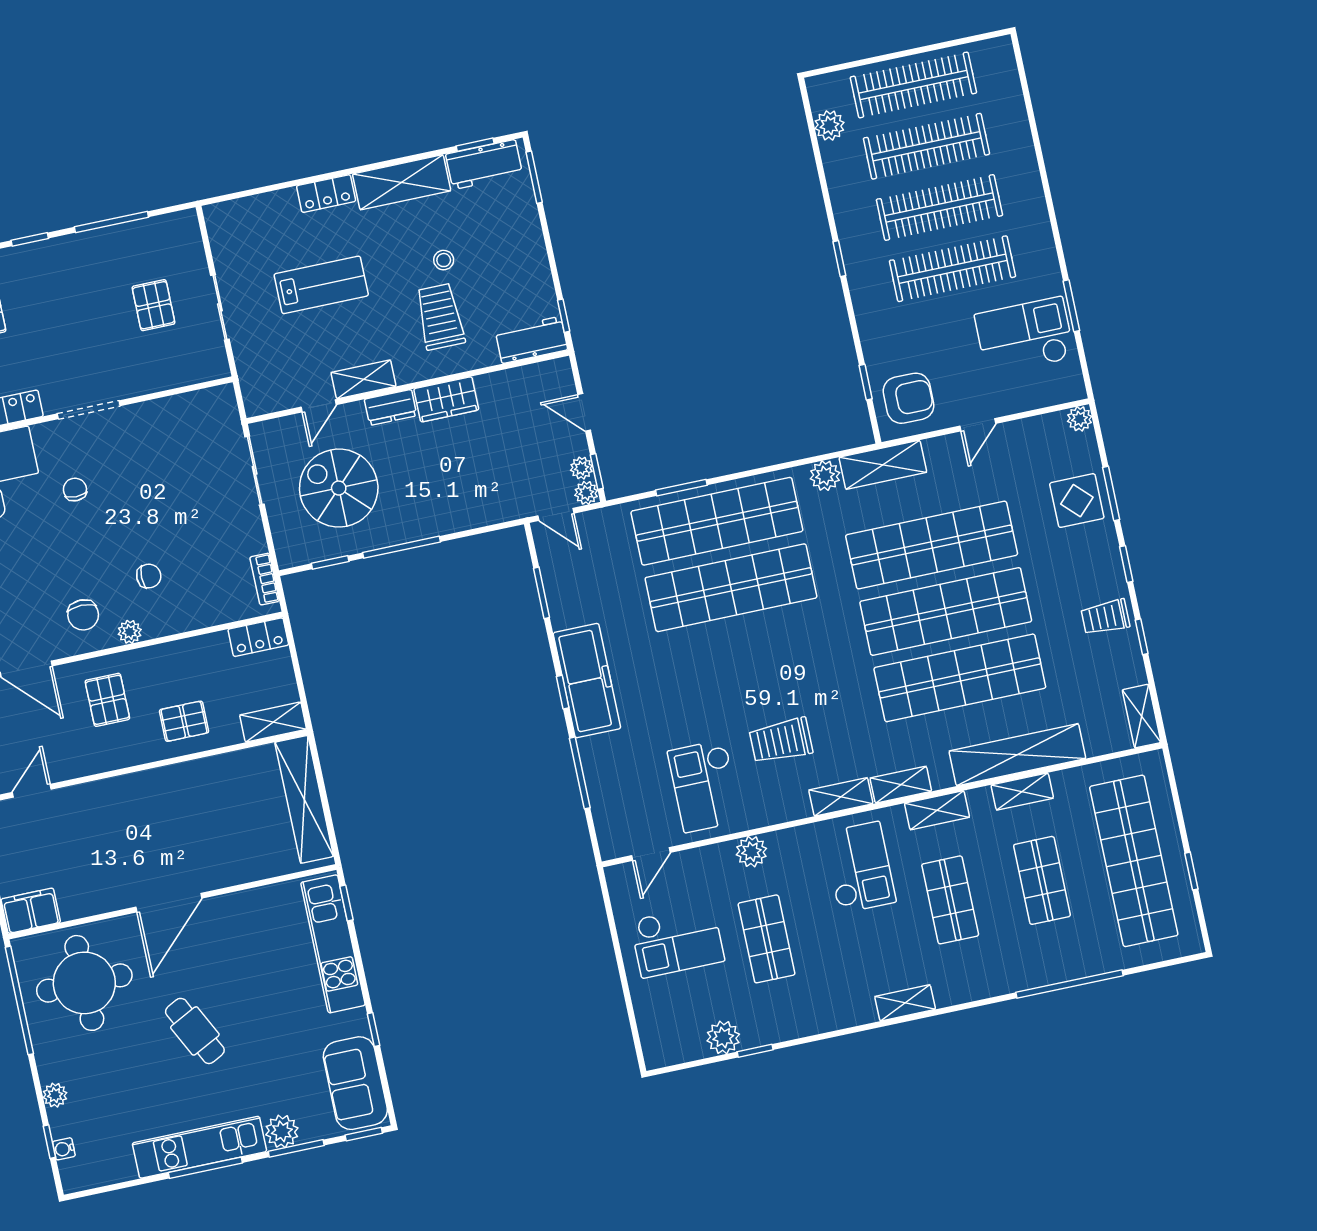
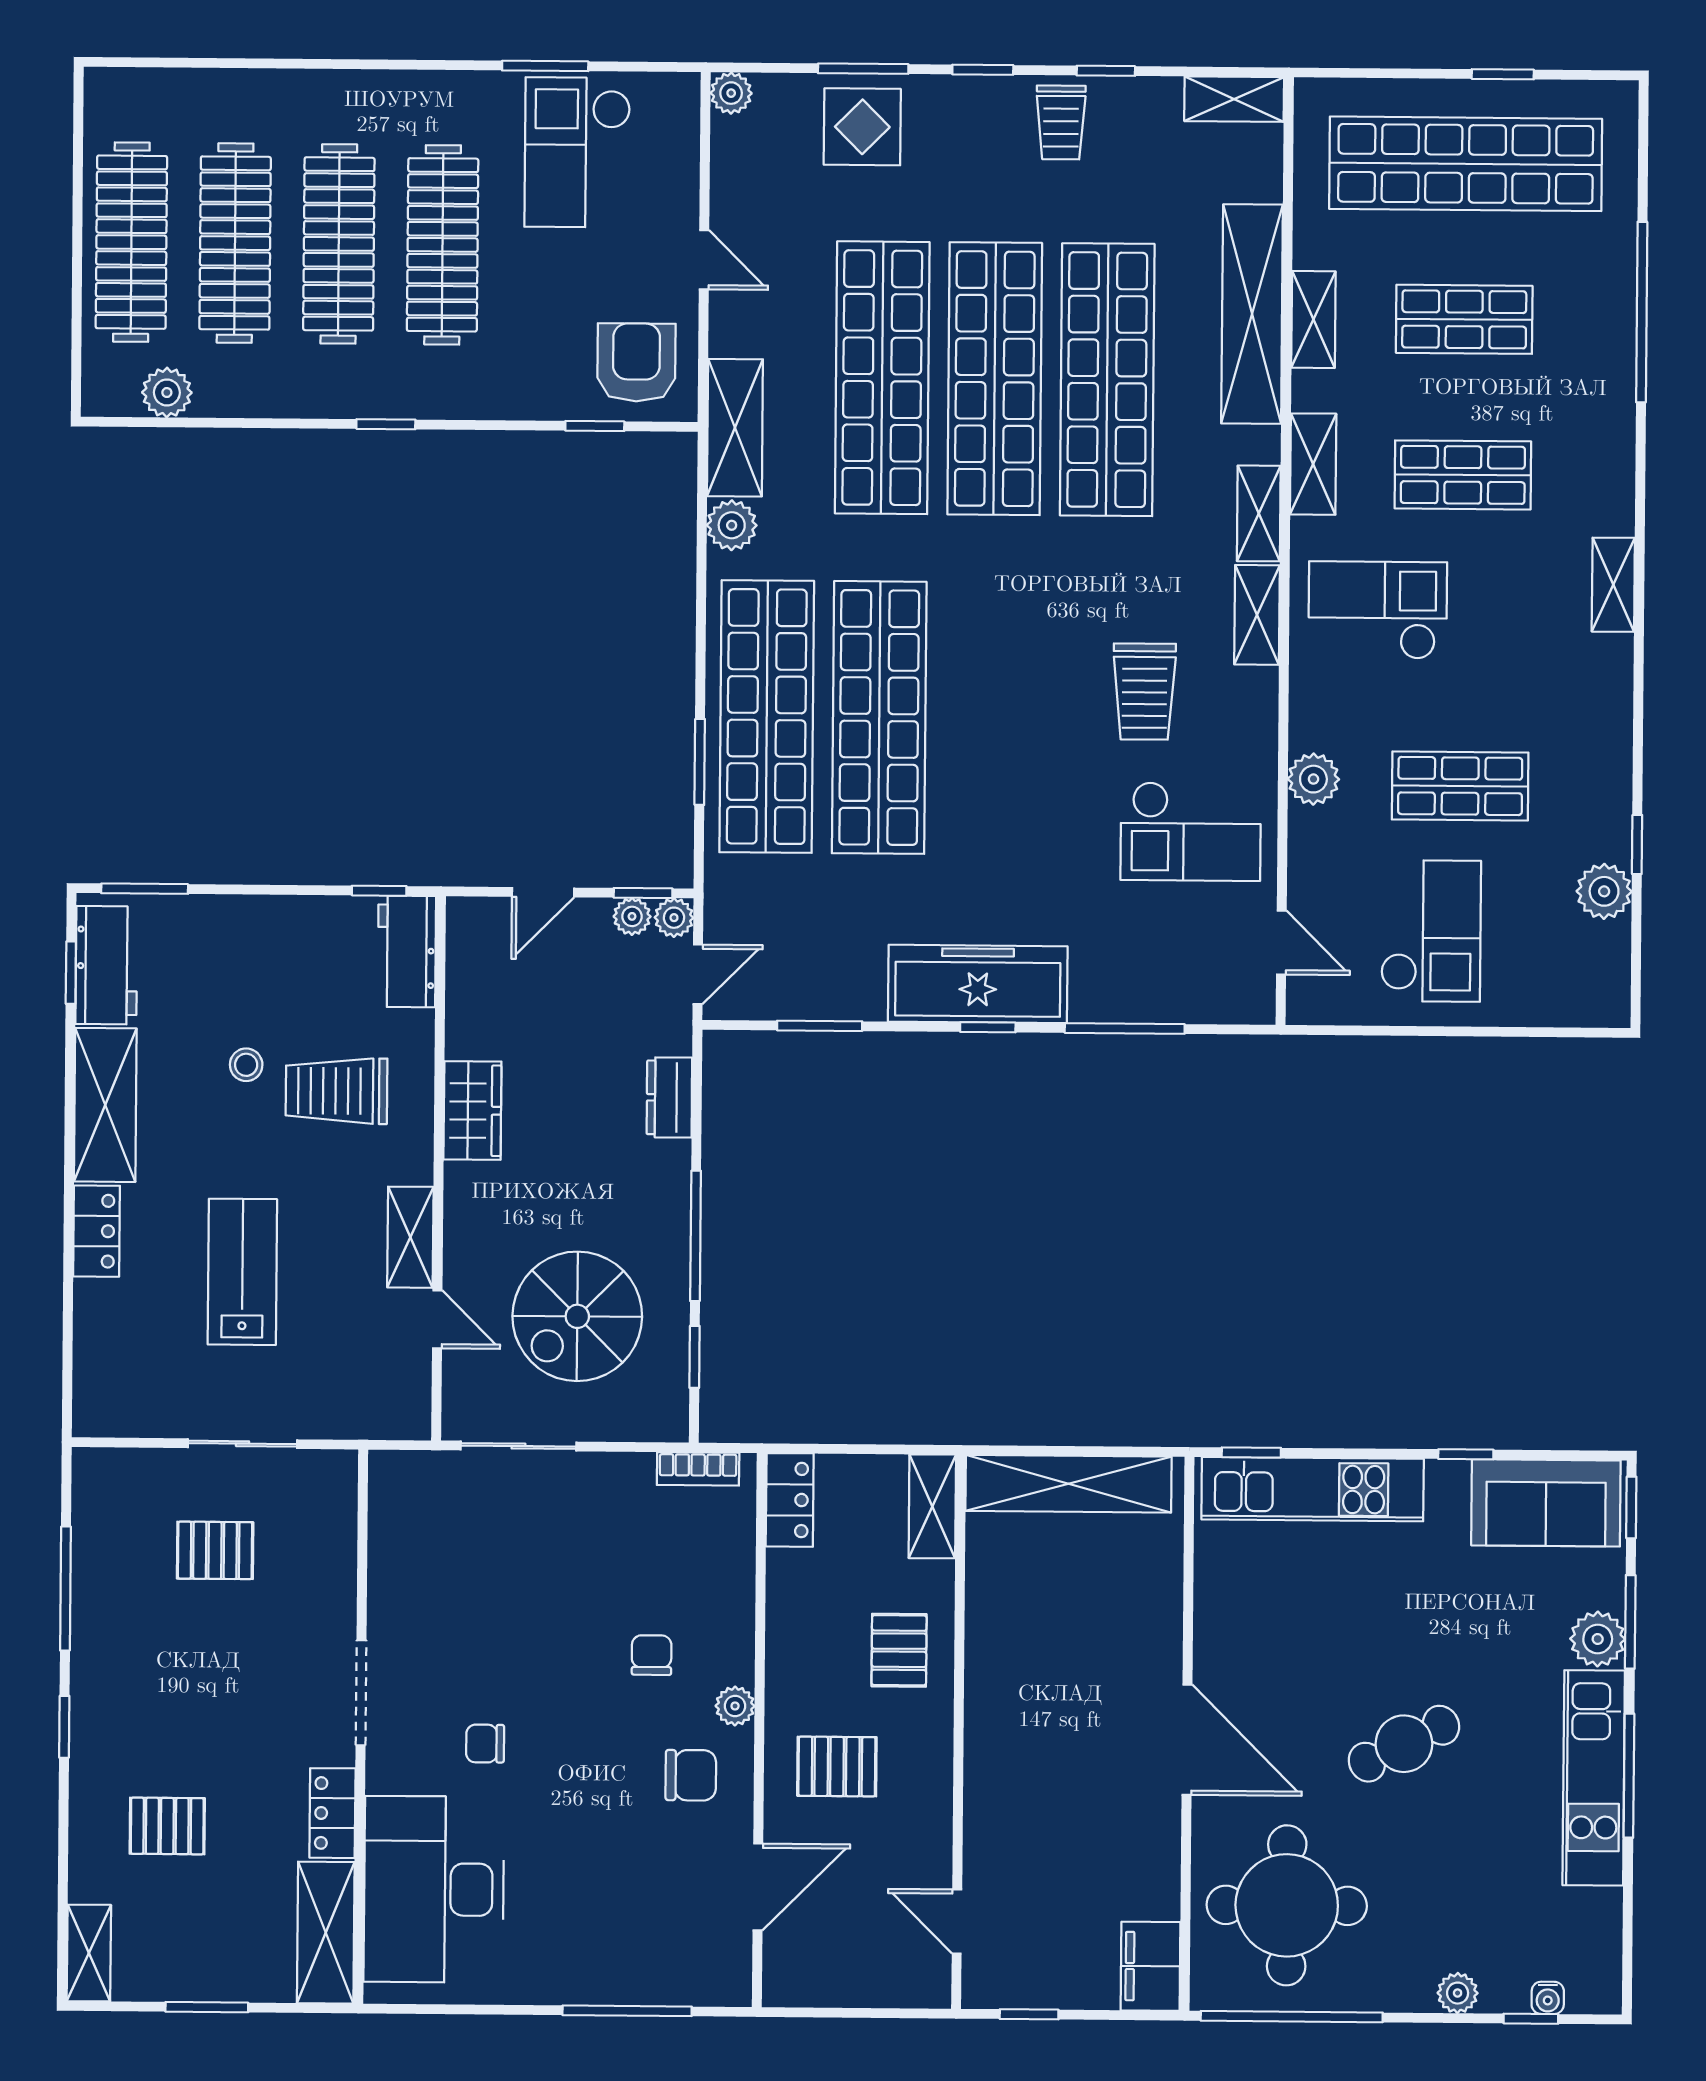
dresser: (391, 407) -> (669, 1097), moved, turned 180

